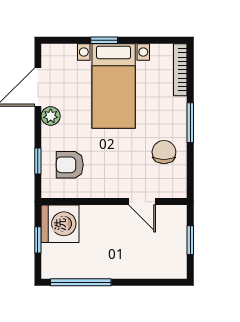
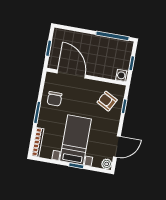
plant: (51, 116) -> (107, 164), moved
armchair: (70, 165) -> (107, 101), turned -152
door: (142, 202) -> (71, 74), width x1.88
washing machine: (60, 224) -> (122, 76), width x0.53, depth x0.53

